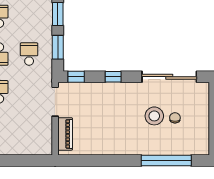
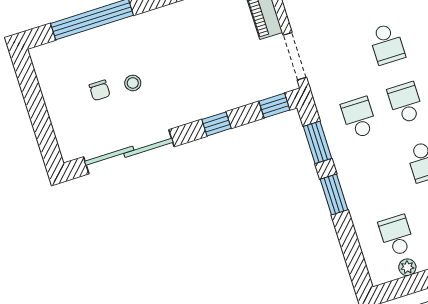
school desk: (29, 54) -> (359, 118), turned 180
stool: (154, 116) -> (133, 83), width x0.53, depth x0.53

